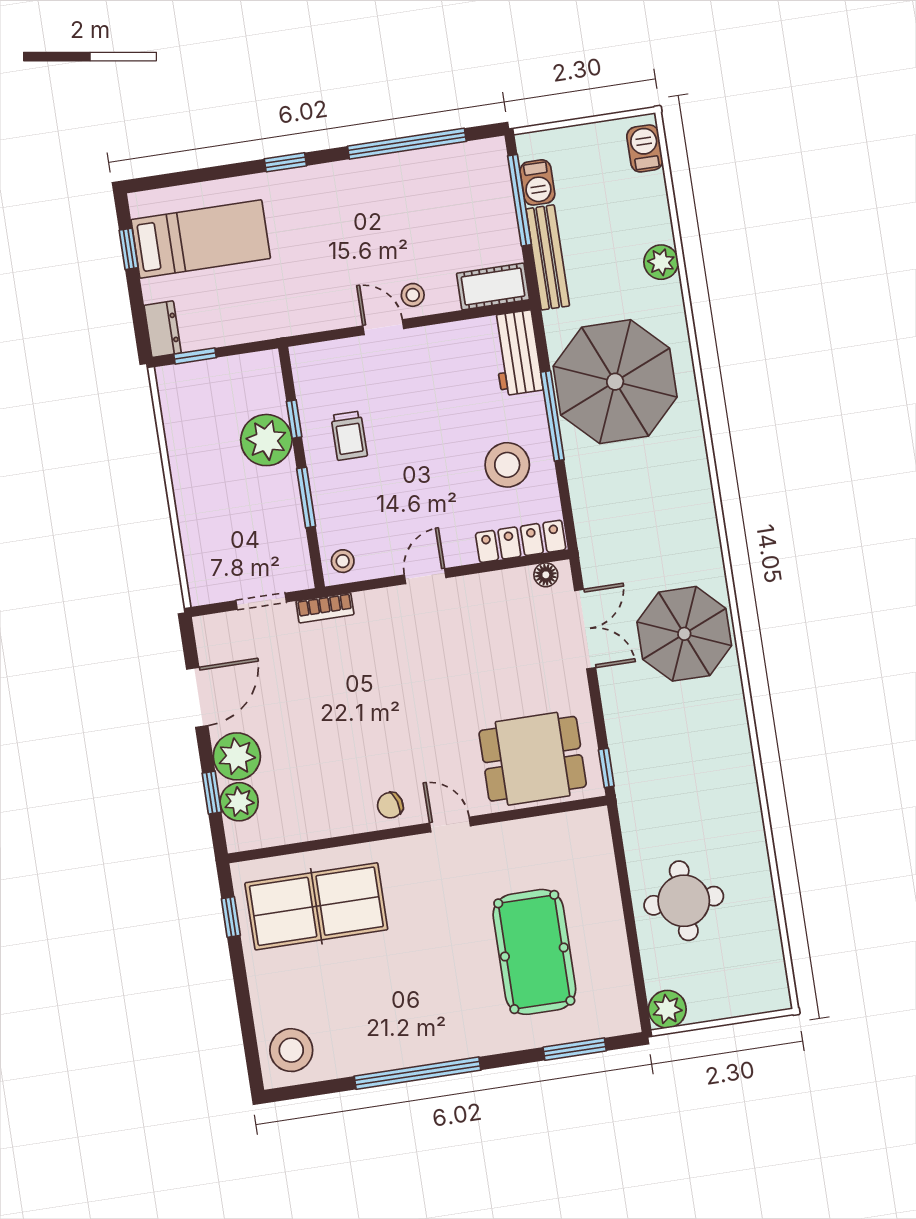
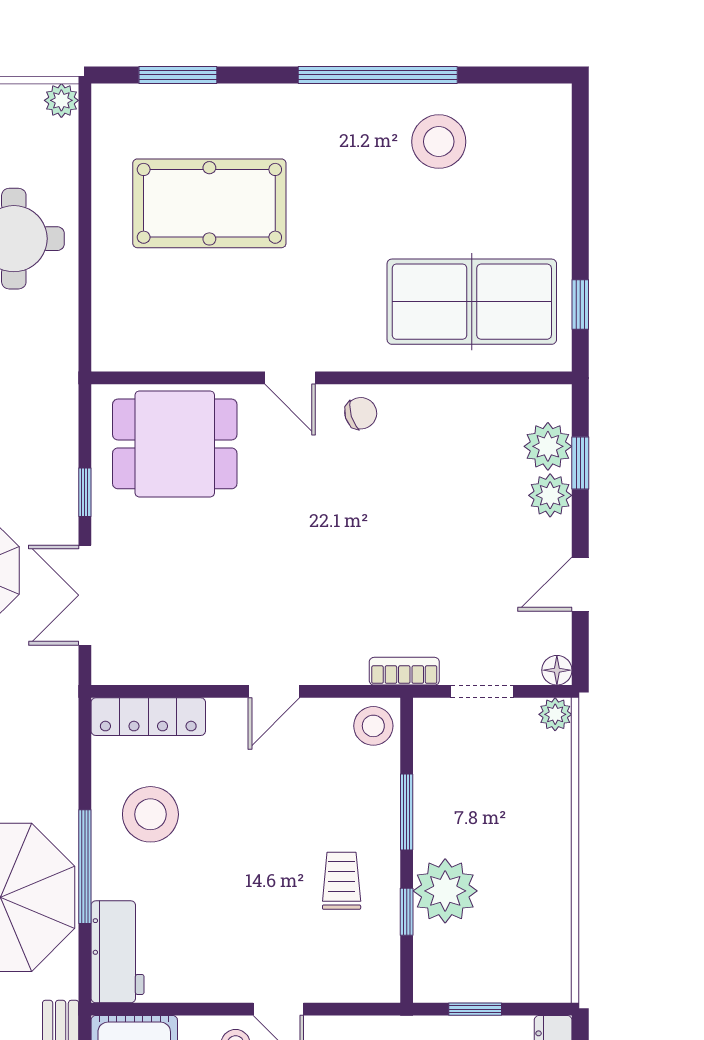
window: (195, 356) -> (475, 1009), moved
stool: (343, 561) -> (373, 726), width x1.37, depth x1.37
floor lamp: (546, 575) -> (557, 670), moved
plant: (201, 592) -> (555, 714), added
door: (197, 697) -> (580, 584), width x0.73
plant: (237, 756) -> (550, 495), width x0.73, depth x0.73
window: (606, 768) -> (85, 492), moved
pool table: (534, 952) -> (209, 203), turned 90
plant: (667, 1009) -> (61, 100), width x0.73, depth x0.73
stool: (291, 1050) -> (439, 142), moved

